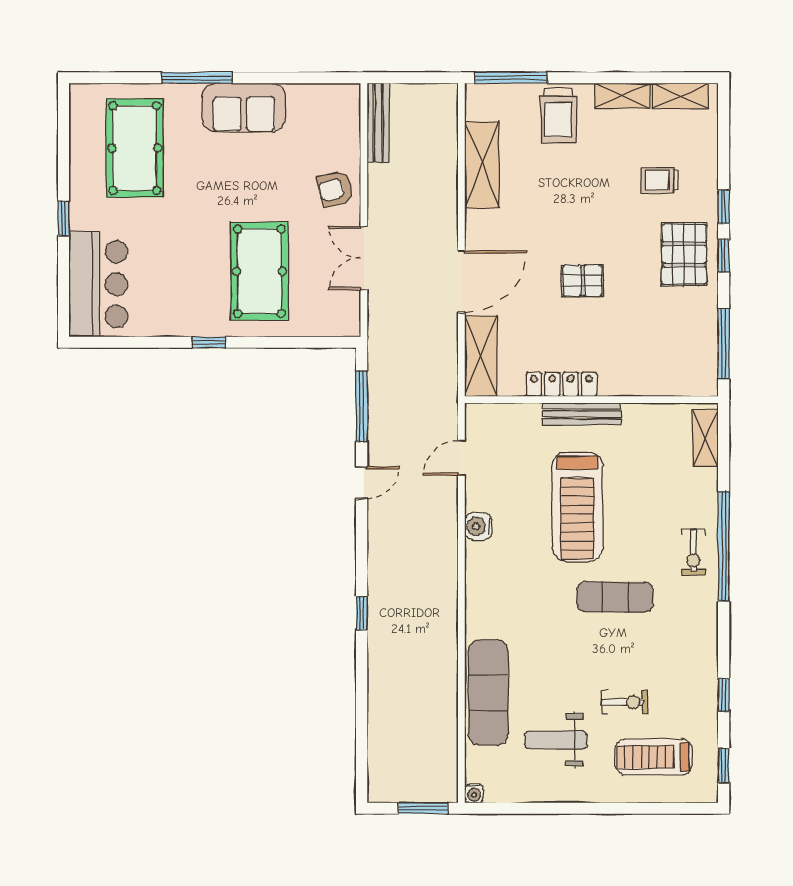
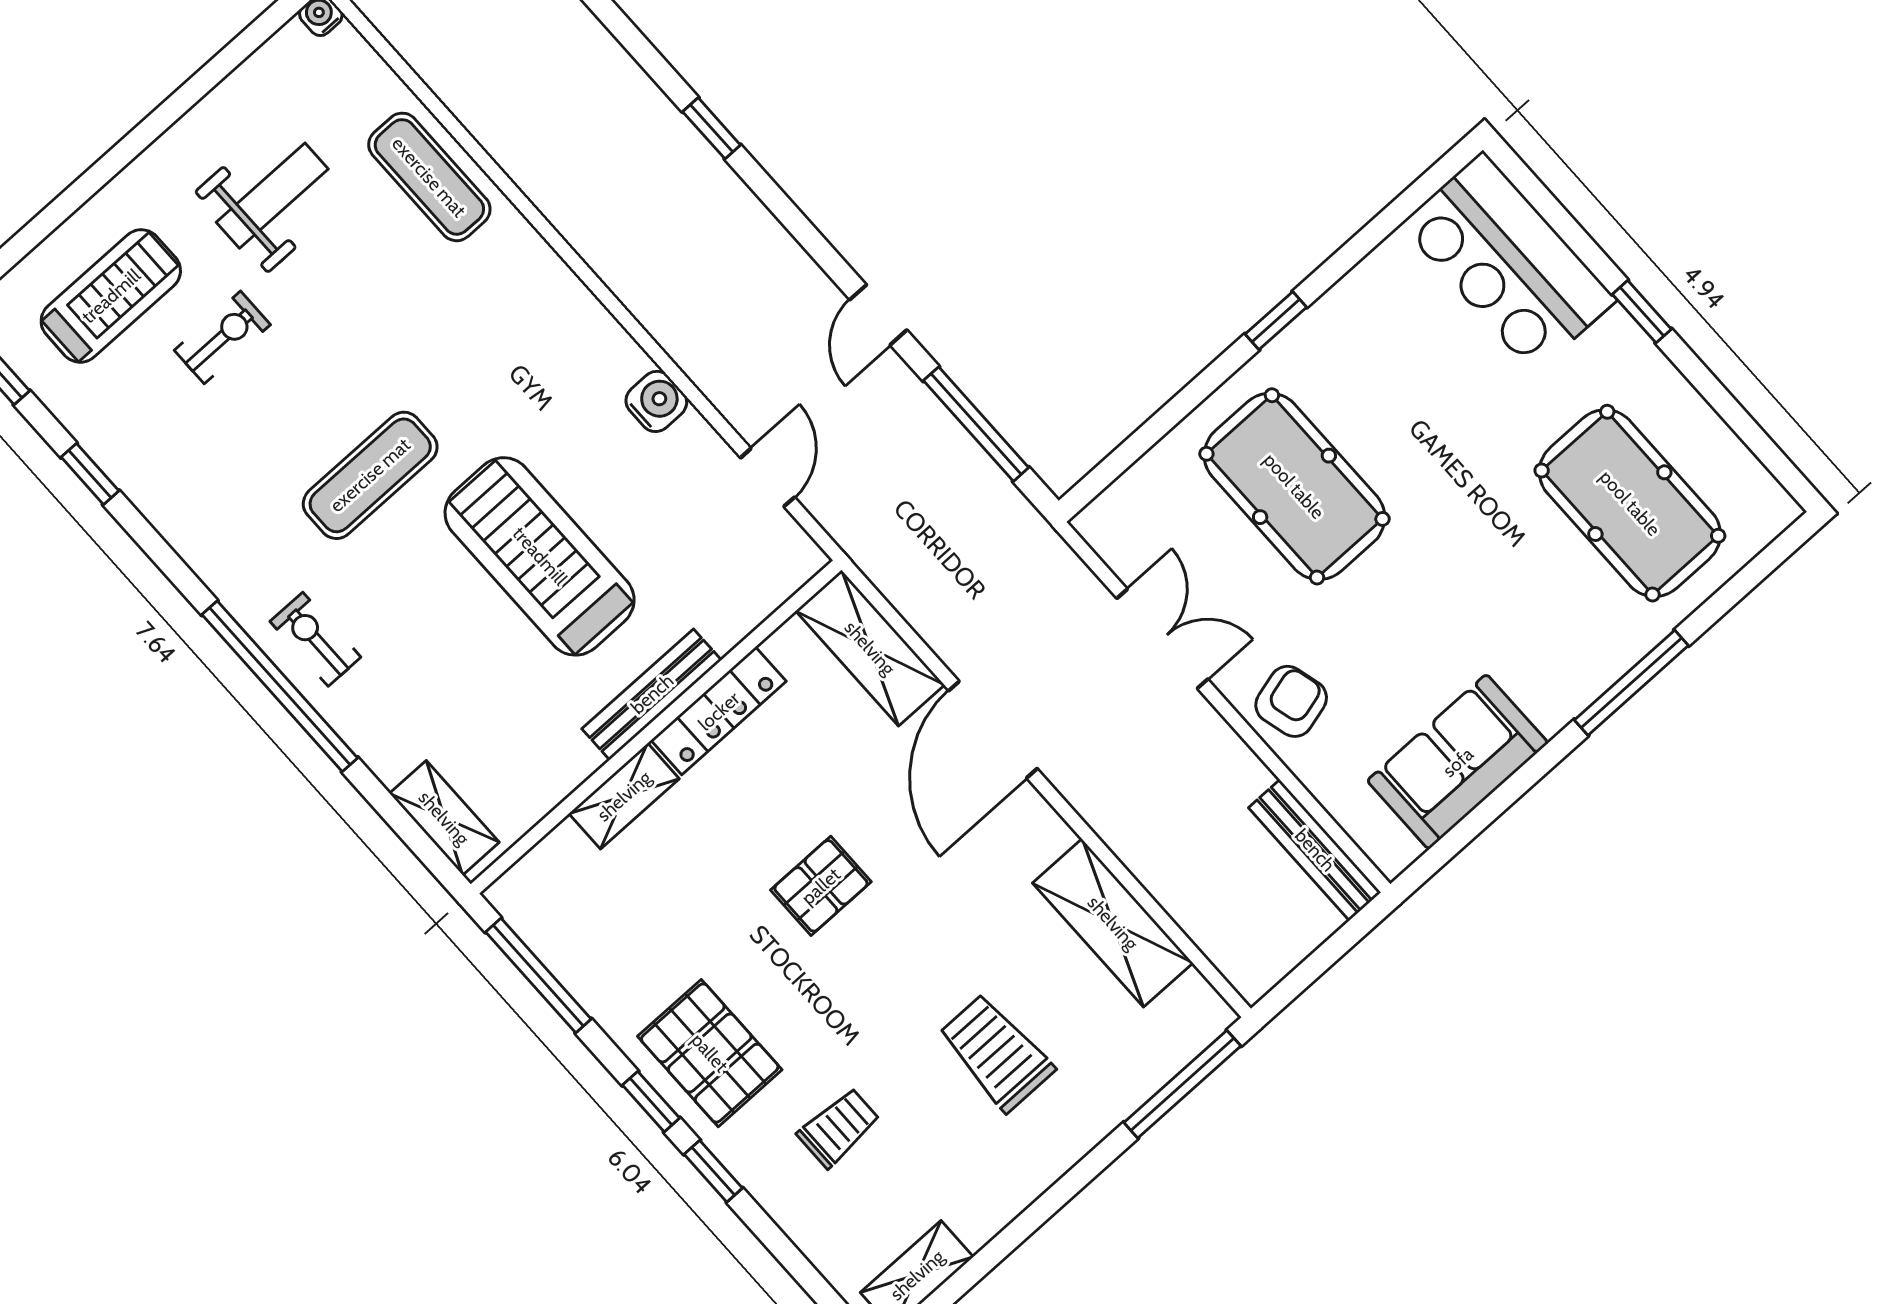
shelving: (622, 96) -> (624, 796), moved
sofa: (244, 107) -> (1458, 762), moved
trolley: (558, 116) -> (996, 1053), moved
exercise mat: (488, 692) -> (429, 177), width x0.73, depth x0.69
exercise bike: (625, 702) -> (222, 337), turned 180

